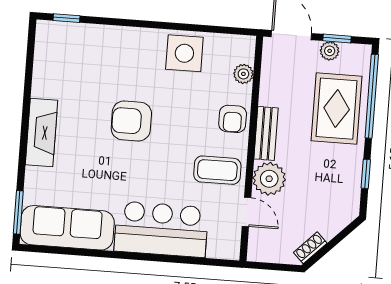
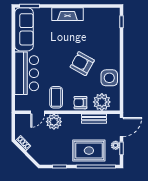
plant: (243, 74) -> (102, 102), width x1.87, depth x1.87
armchair: (131, 121) -> (82, 64), moved, turned -61
bench: (266, 133) -> (94, 119), moved

